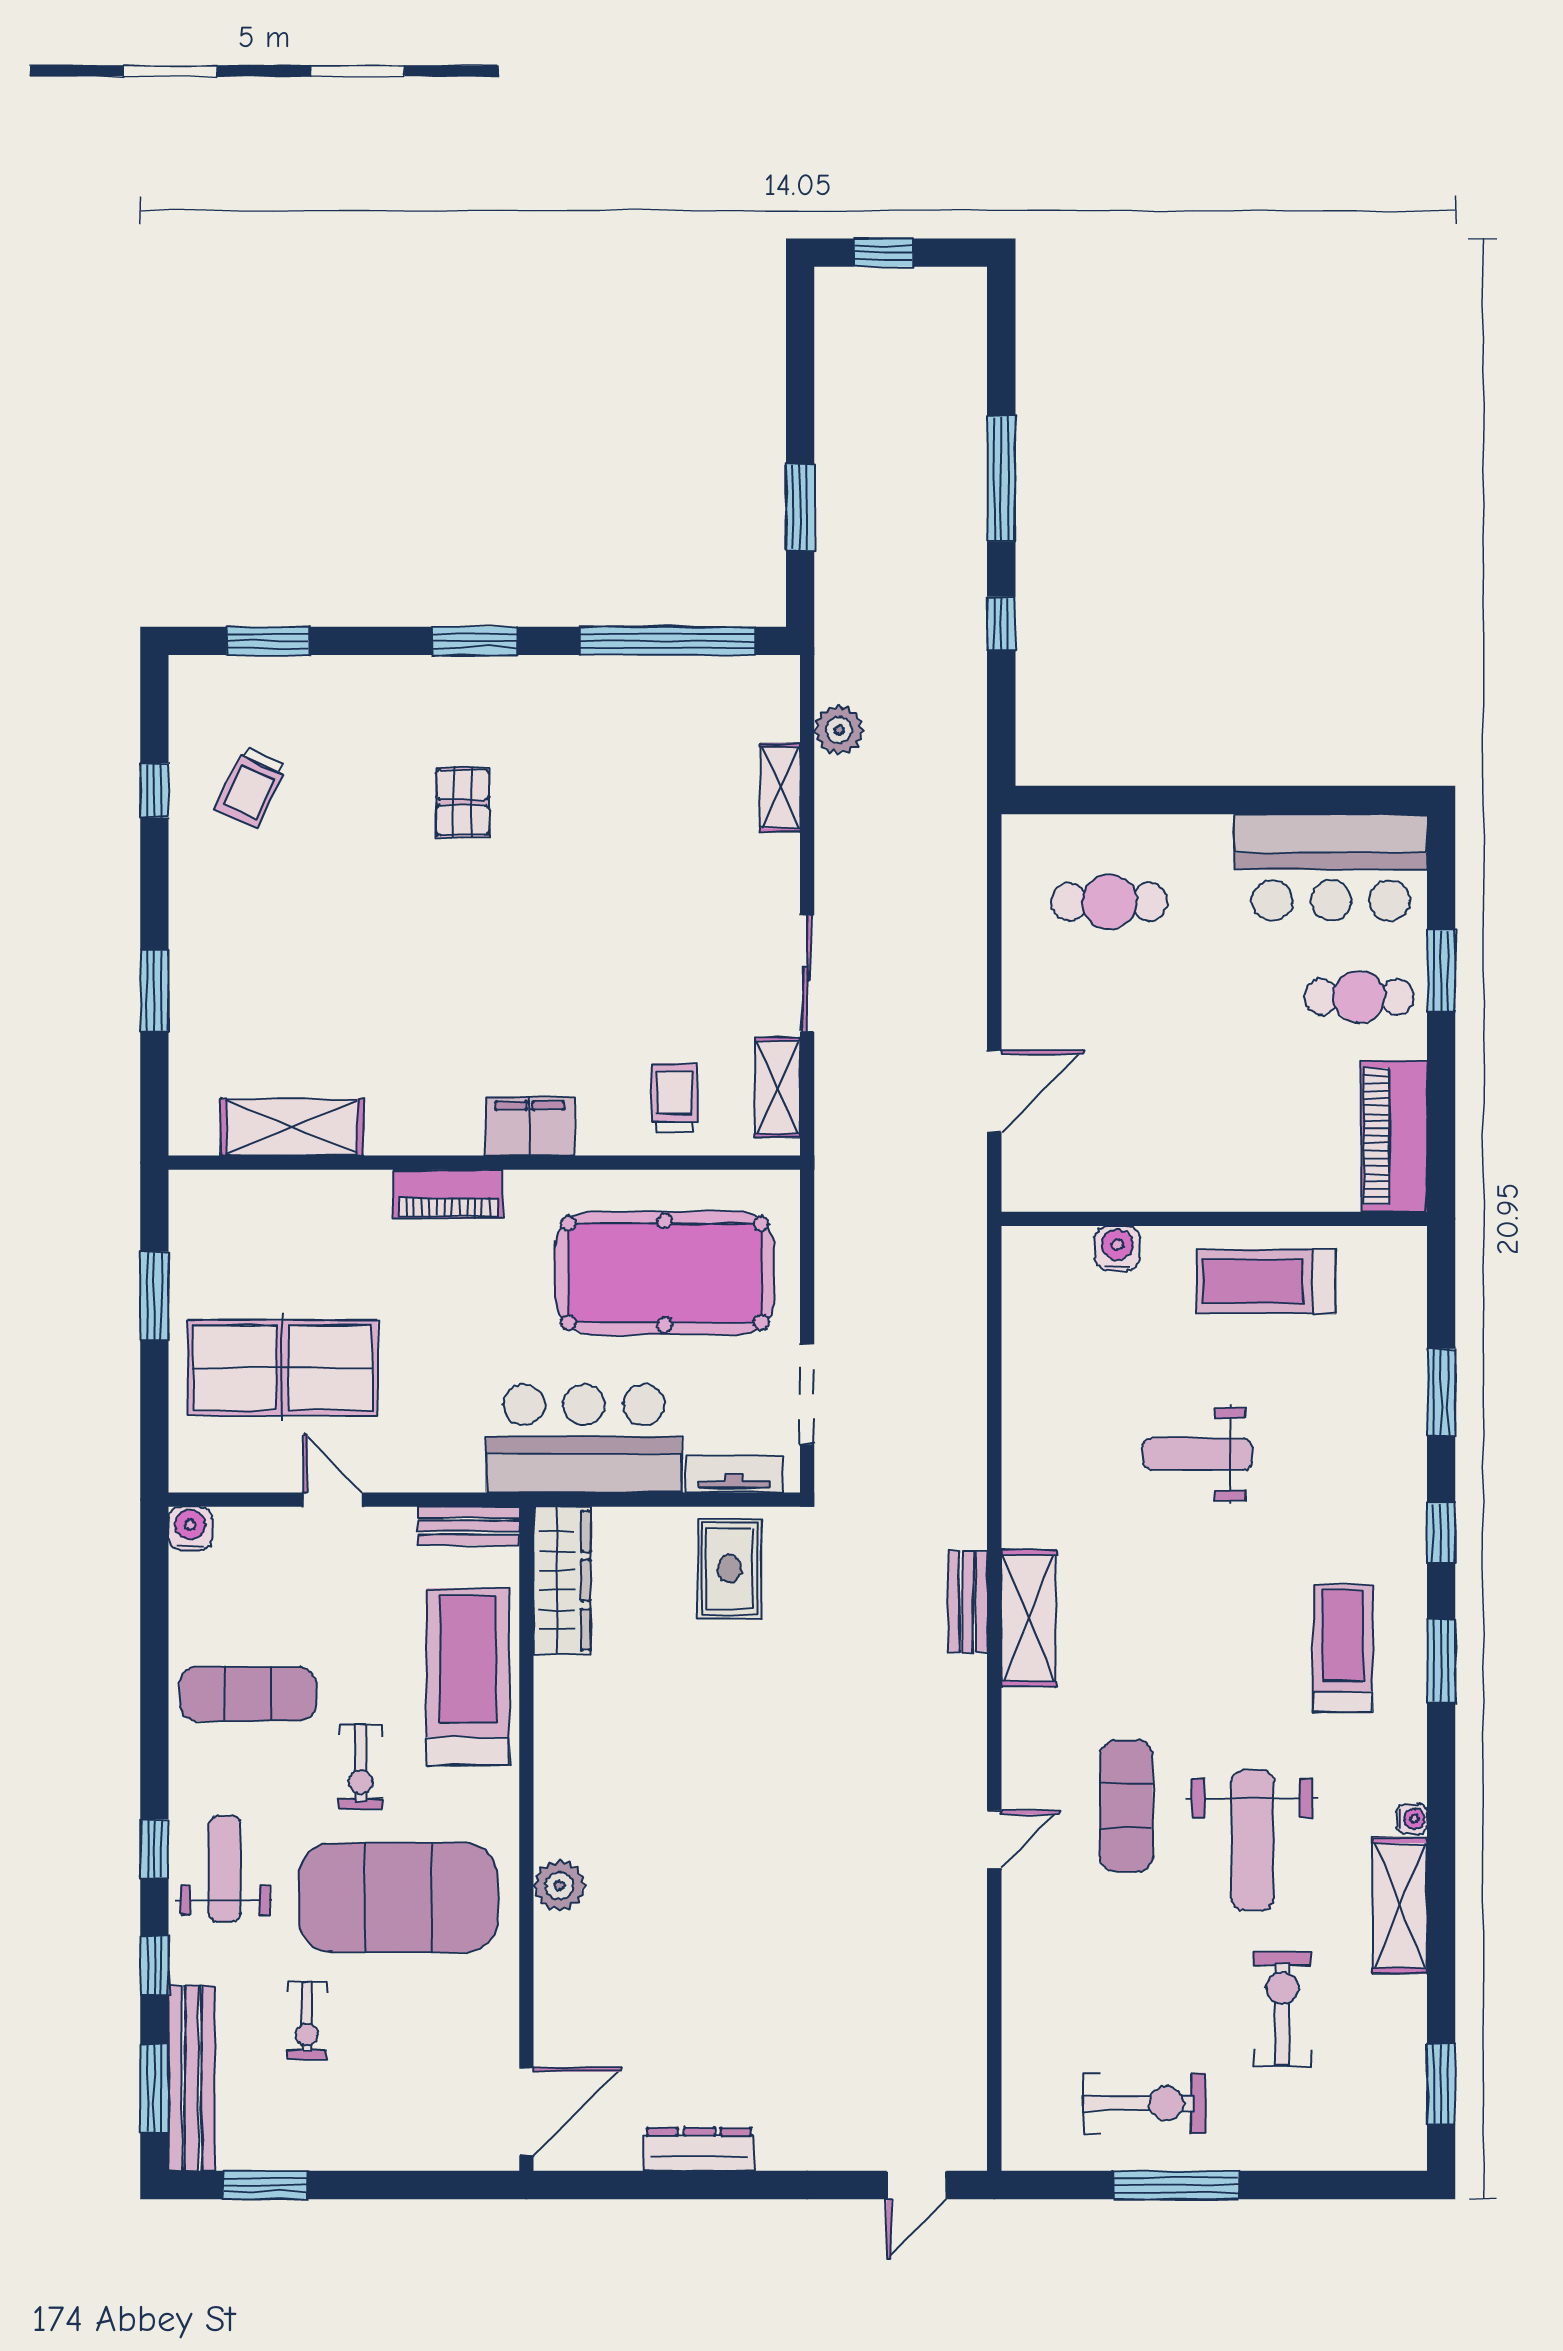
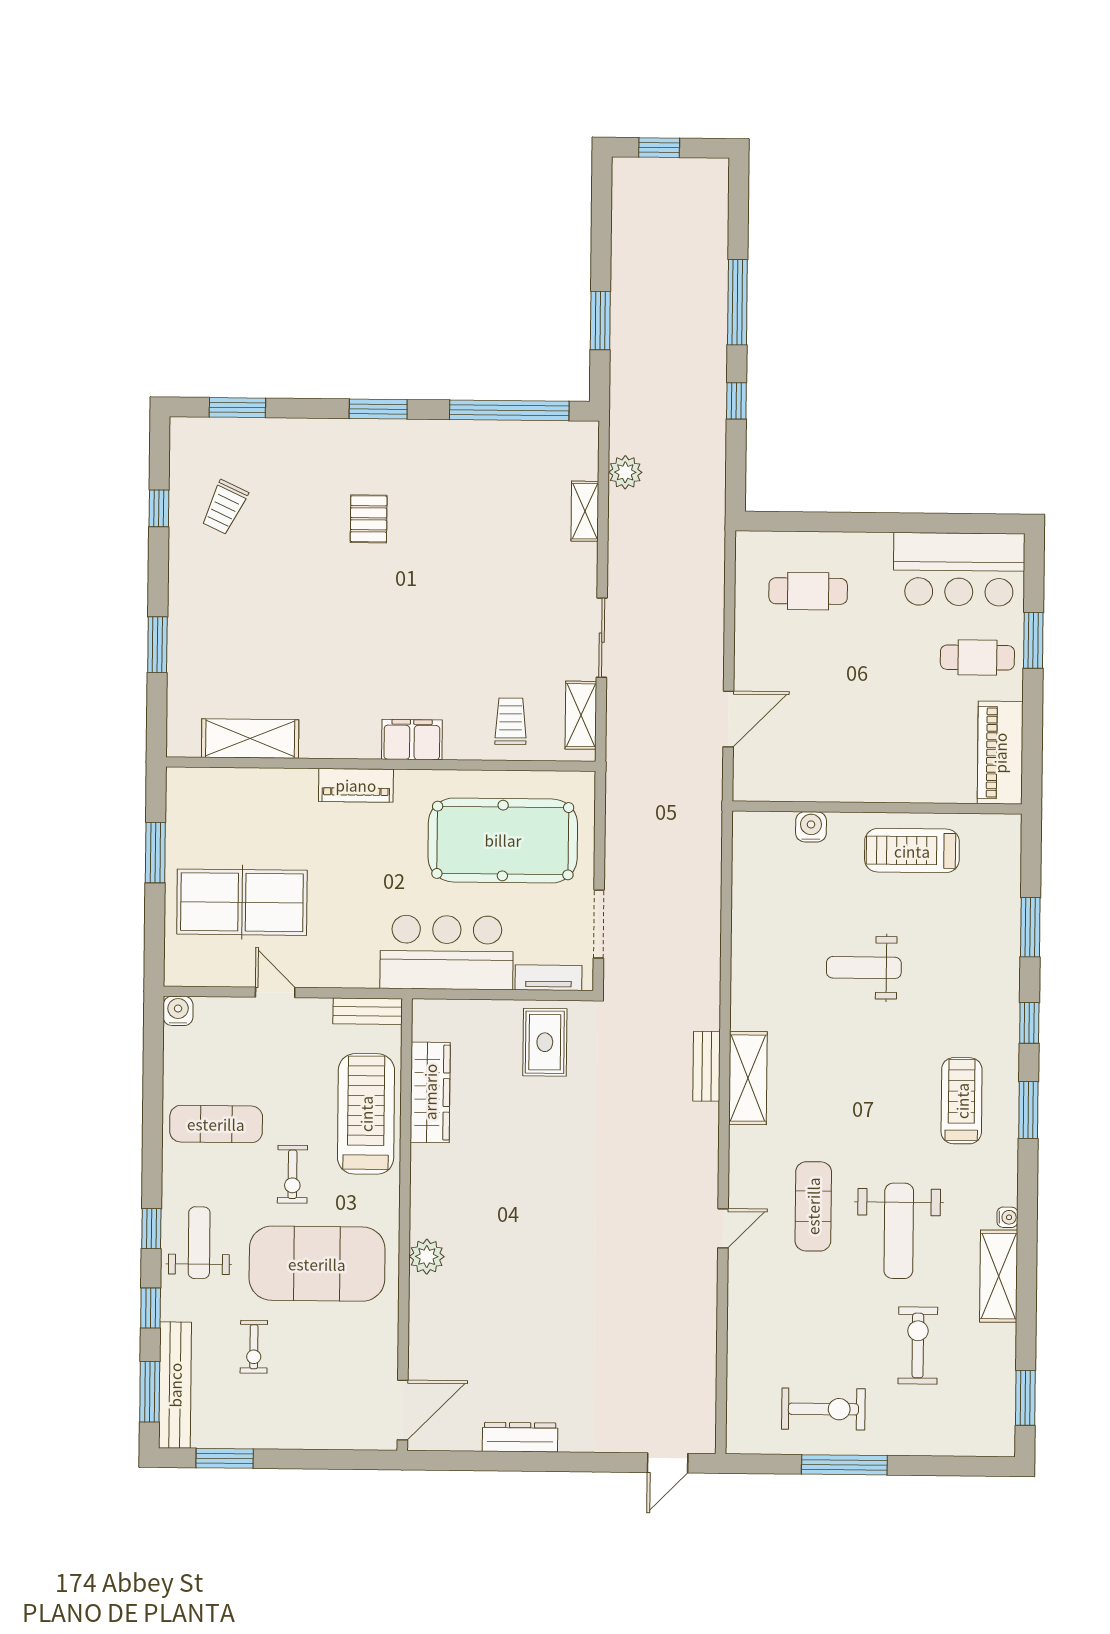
wardrobe: (562, 1580) -> (430, 1092), moved

